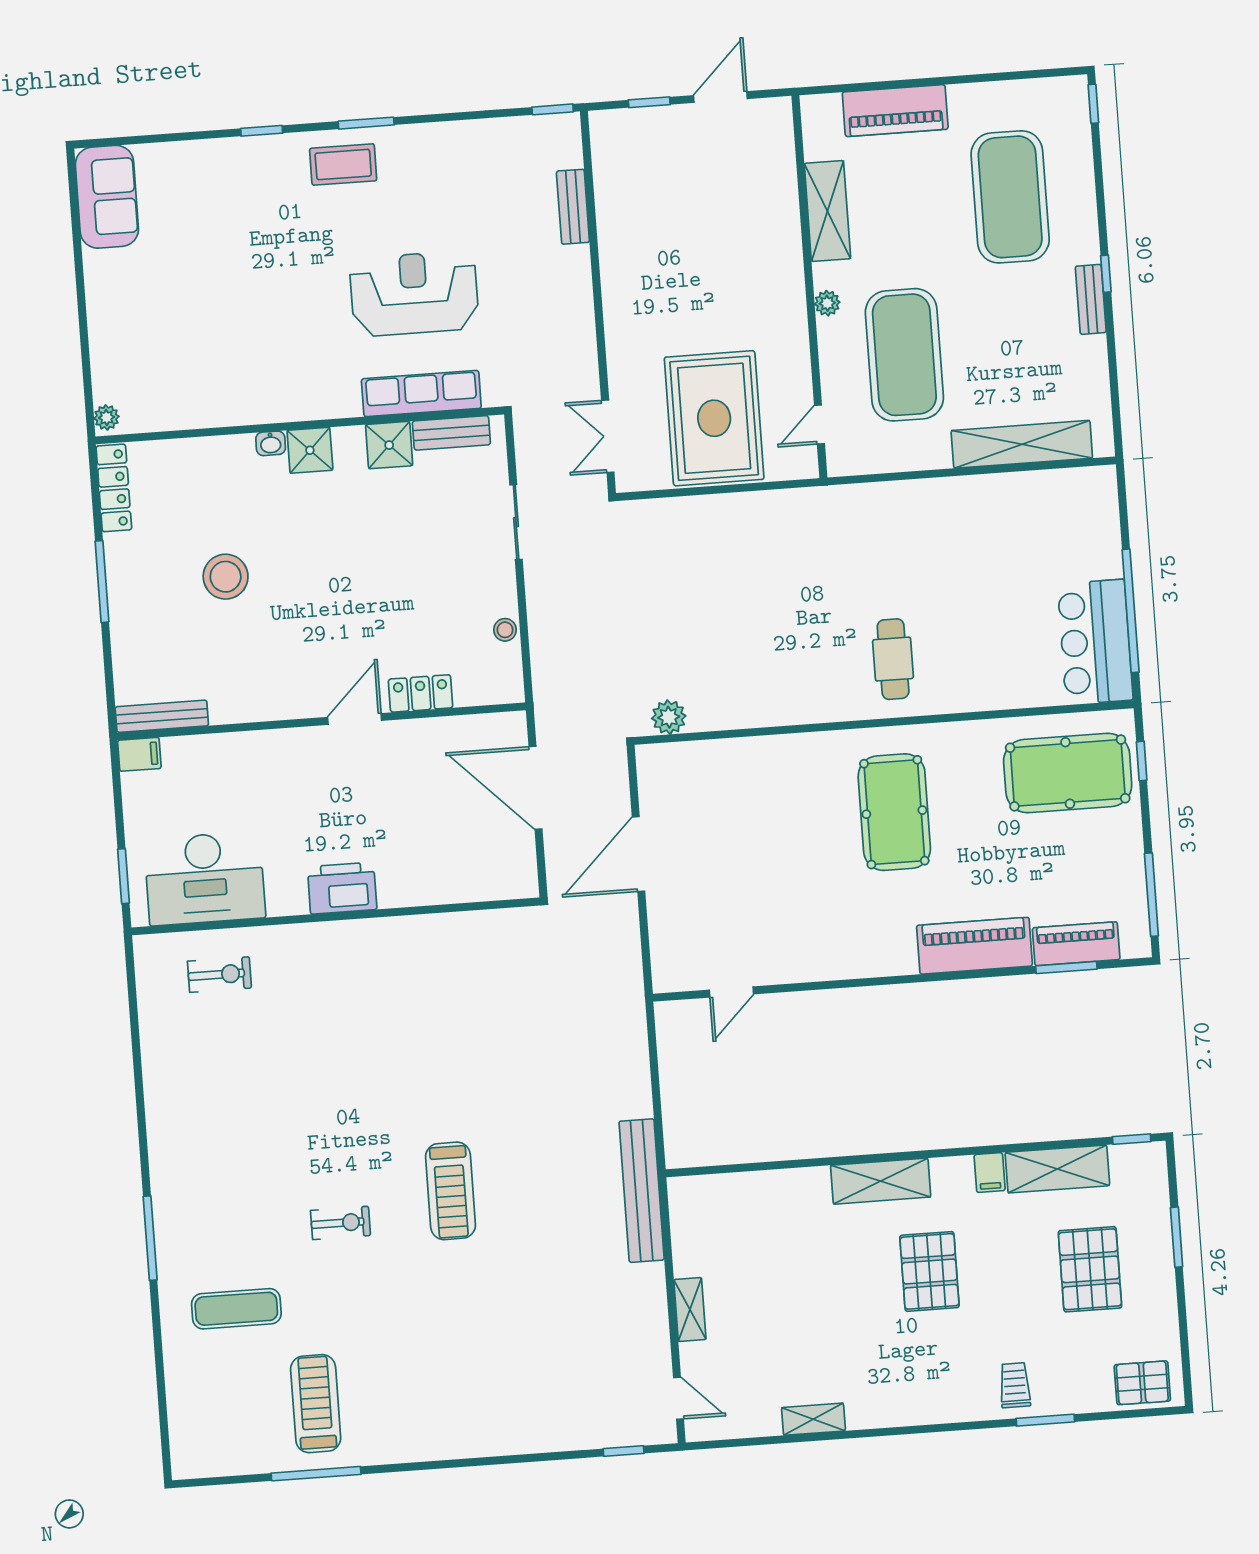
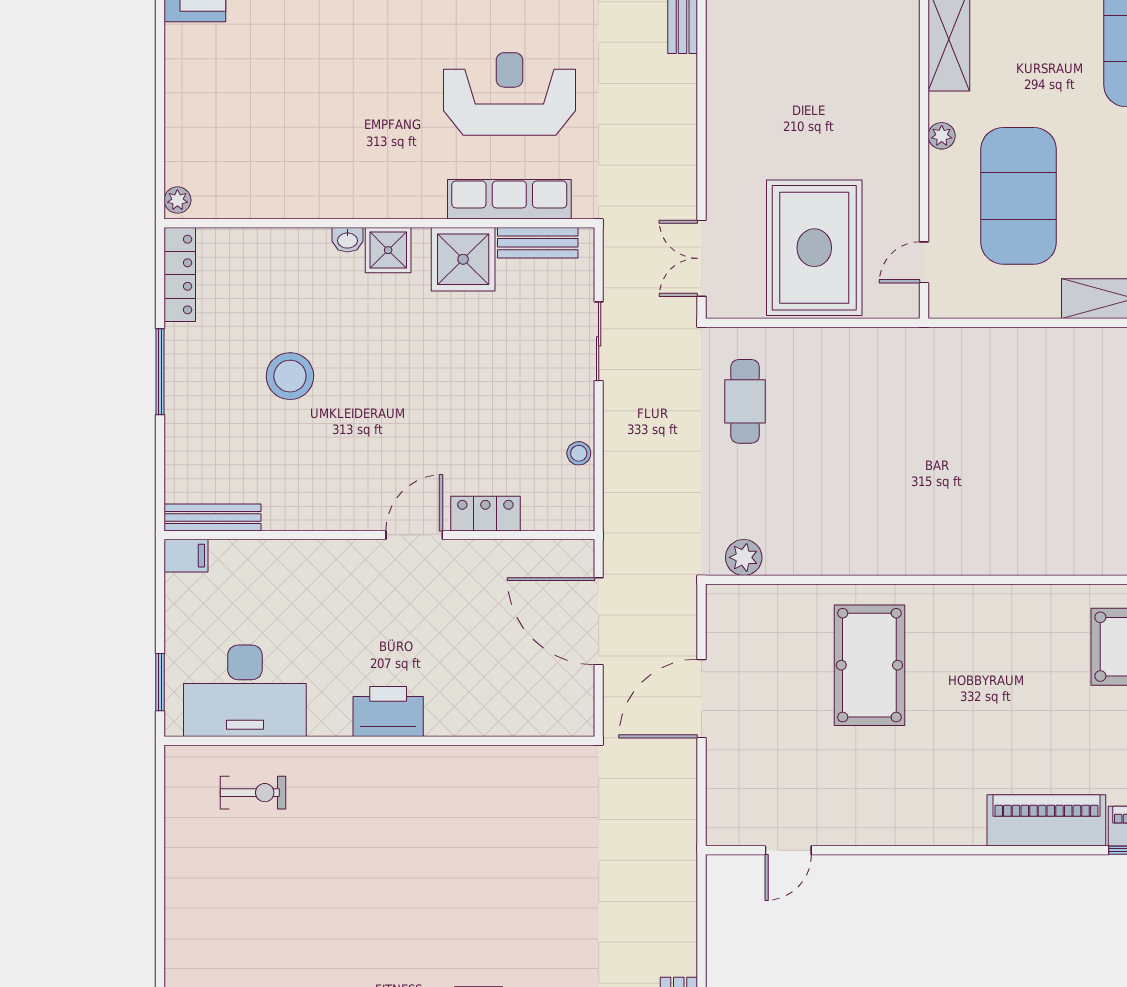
shower: (389, 445) -> (463, 259), width x1.36, depth x1.36
cafe table: (893, 659) -> (745, 401), moved
pool table: (894, 812) -> (869, 665), moved

